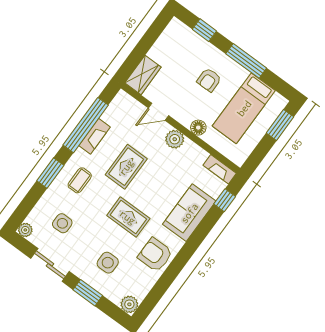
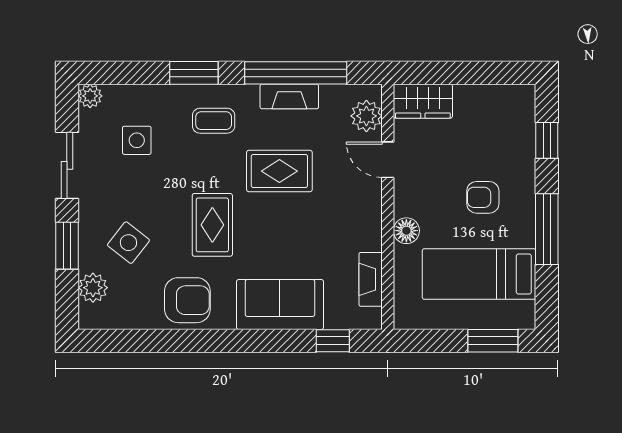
plant: (175, 139) -> (366, 116), moved
fireplace: (220, 169) -> (371, 279), moved
armchair: (155, 255) -> (187, 300), turned 90
side table: (108, 263) -> (128, 243), turned 38
plant: (129, 304) -> (93, 288), moved

